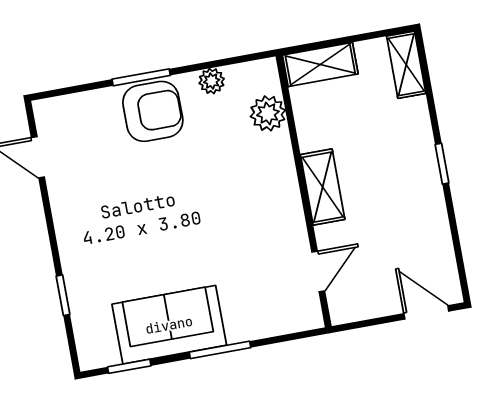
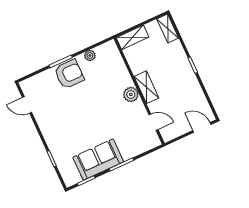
plant: (268, 113) -> (131, 94), moved
door: (318, 271) -> (153, 122), hinge flipped

